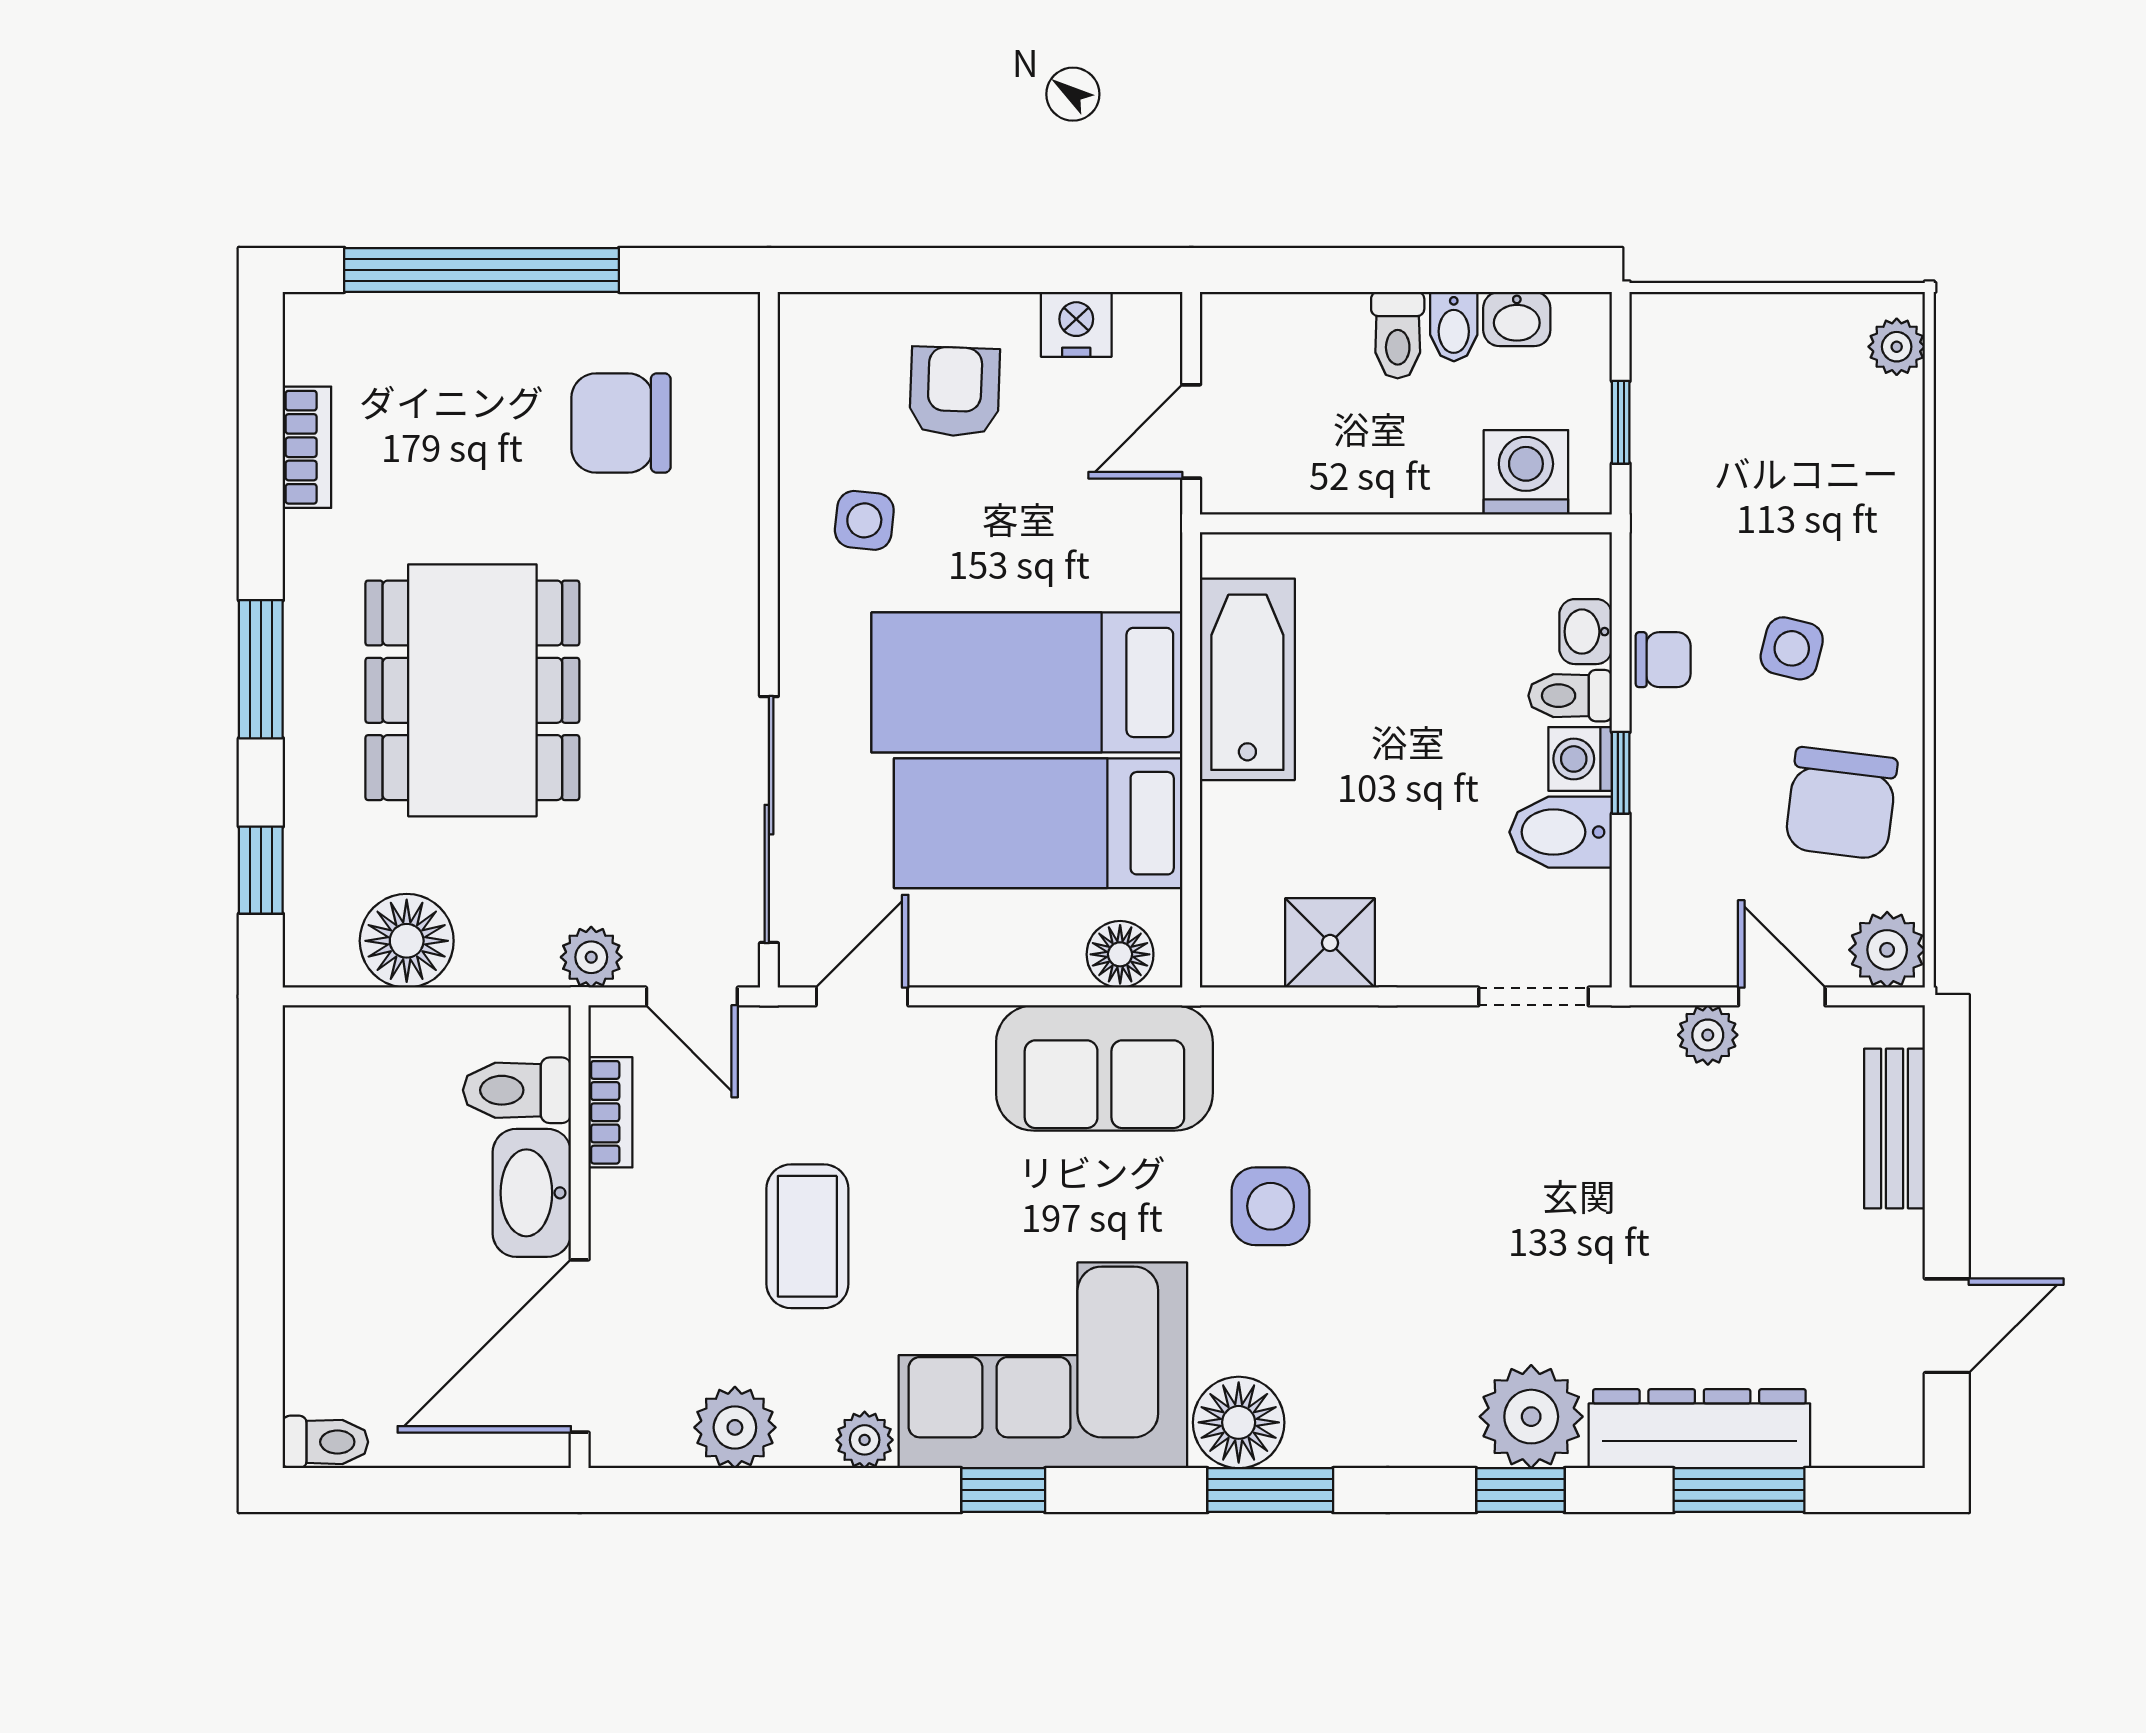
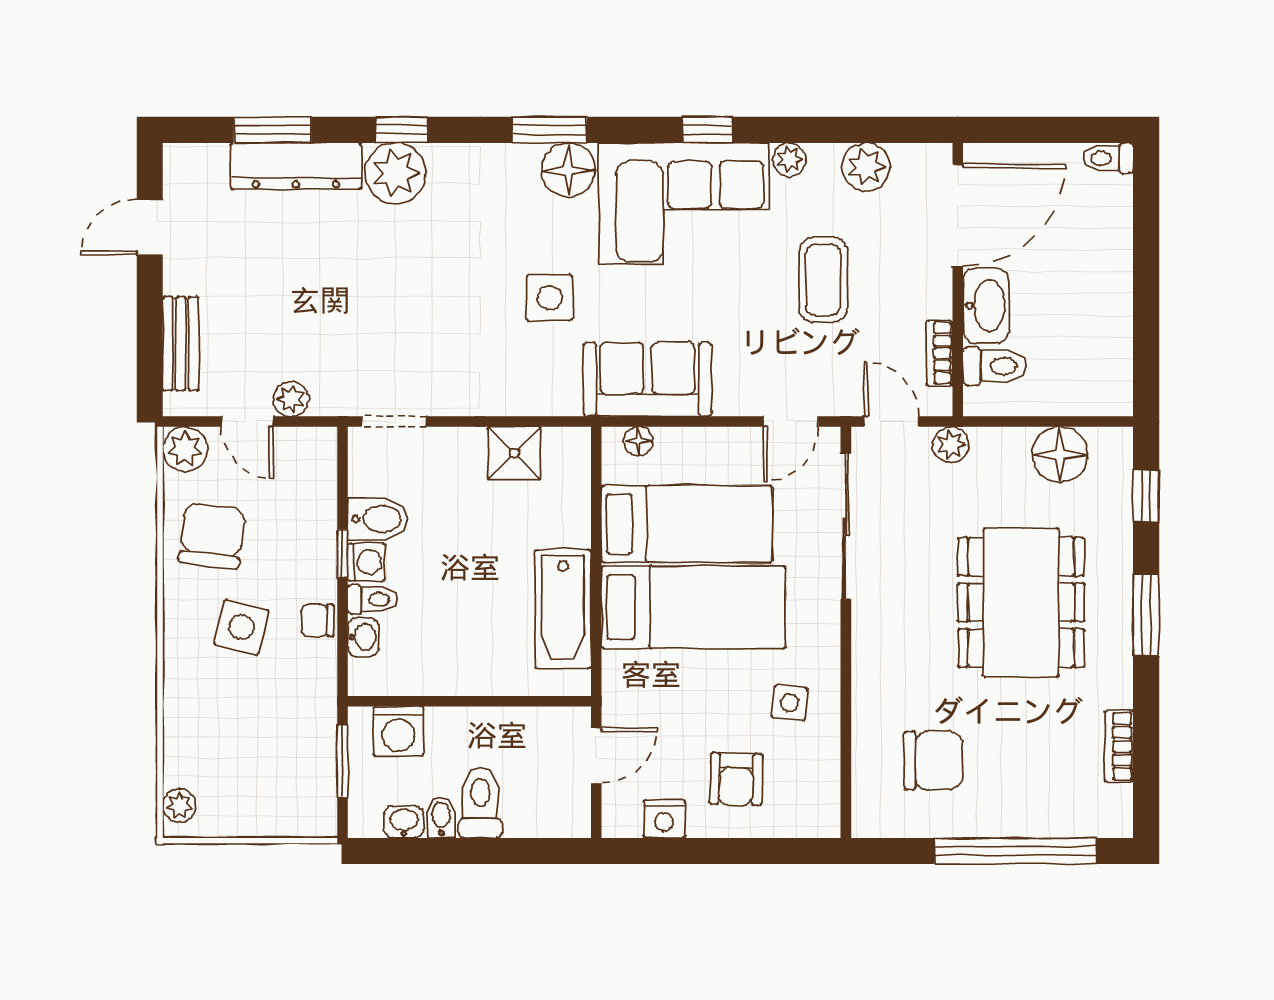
toilet: (1398, 335) -> (480, 803), width x1.37, depth x1.39
window: (1621, 422) -> (342, 761), width x1.50
side table: (1792, 648) -> (241, 627), width x1.37, depth x1.37
floor lamp: (1120, 954) -> (638, 441), width x0.73, depth x0.73

